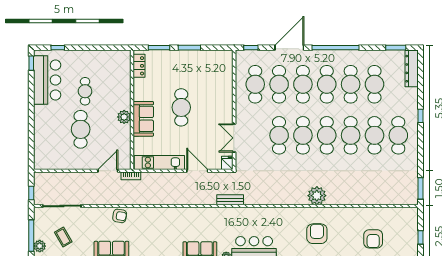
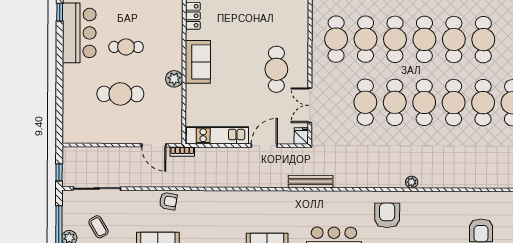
cafe table: (85, 91) -> (126, 47), turned 90
cafe table: (181, 107) -> (276, 69), moved
sofa: (143, 119) -> (198, 62), moved
cafe table: (81, 129) -> (120, 94), turned 90
door: (108, 171) -> (154, 145), swing flipped
door: (197, 171) -> (264, 146), hinge flipped
plant: (317, 196) -> (412, 182), width x0.53, depth x0.53
bench: (230, 200) -> (311, 182), width x1.36
armchair: (317, 234) -> (387, 215), moved

